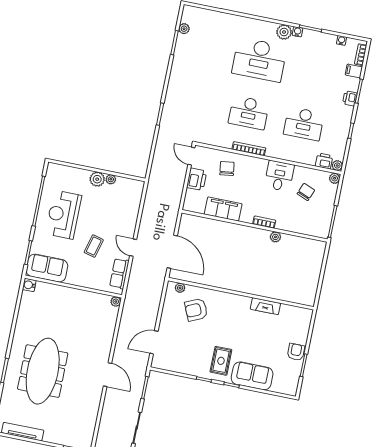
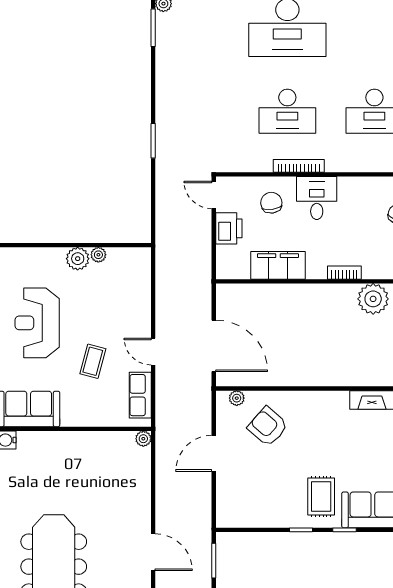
desk: (279, 176) -> (317, 198), moved
plant: (275, 237) -> (373, 299), width x1.88, depth x1.88
armchair: (196, 310) -> (268, 427), turned 65
door: (154, 342) -> (214, 453), moved

